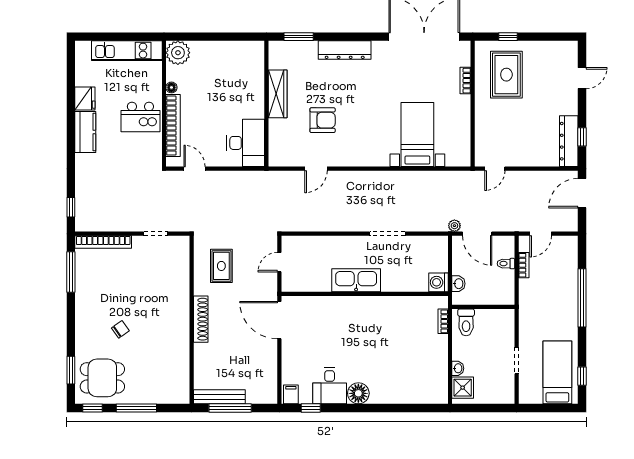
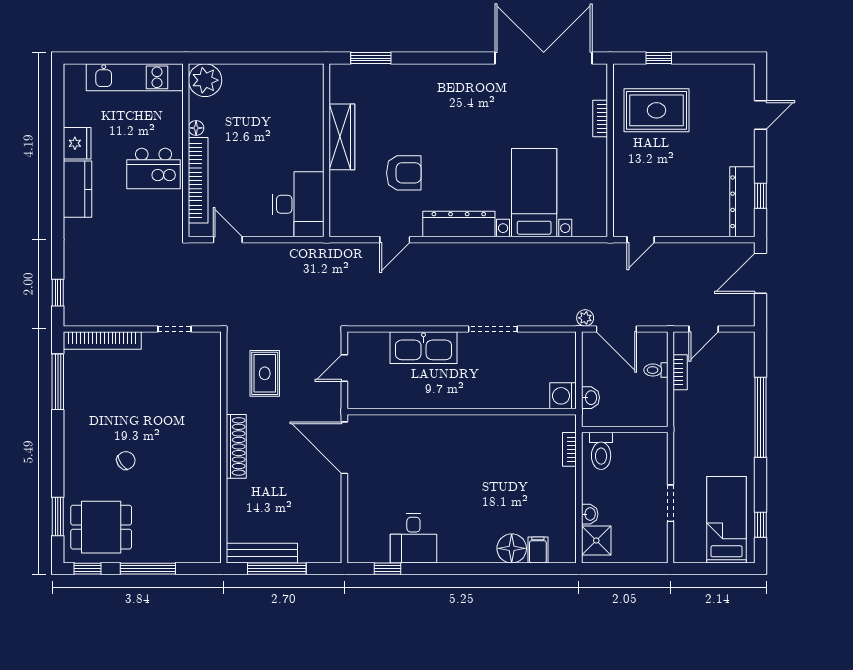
dresser: (345, 50) -> (459, 224), moved, turned 180
rug: (506, 75) -> (657, 110), turned 90
kitchen sink: (356, 280) -> (424, 348), moved, turned 180
floor lamp: (358, 393) -> (512, 548), moved
filing cabinet: (291, 394) -> (538, 550), moved

